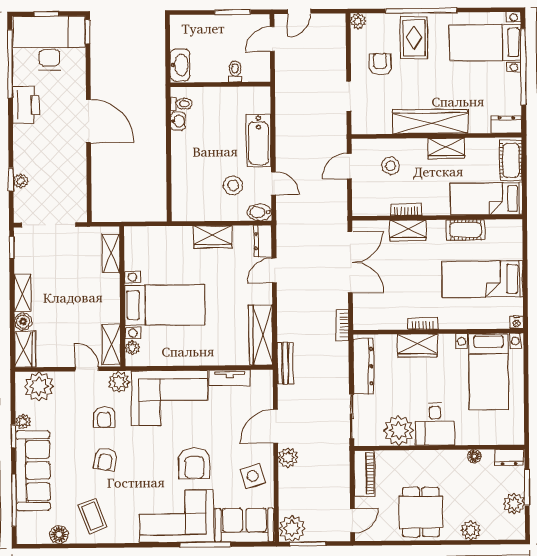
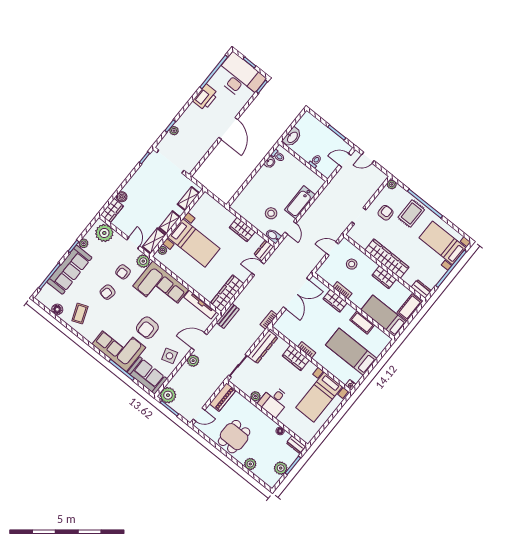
shelving: (23, 293) -> (170, 222), moved
tv unit: (230, 378) -> (200, 305), width x1.41
plant: (399, 430) -> (255, 396), width x0.53, depth x0.53

